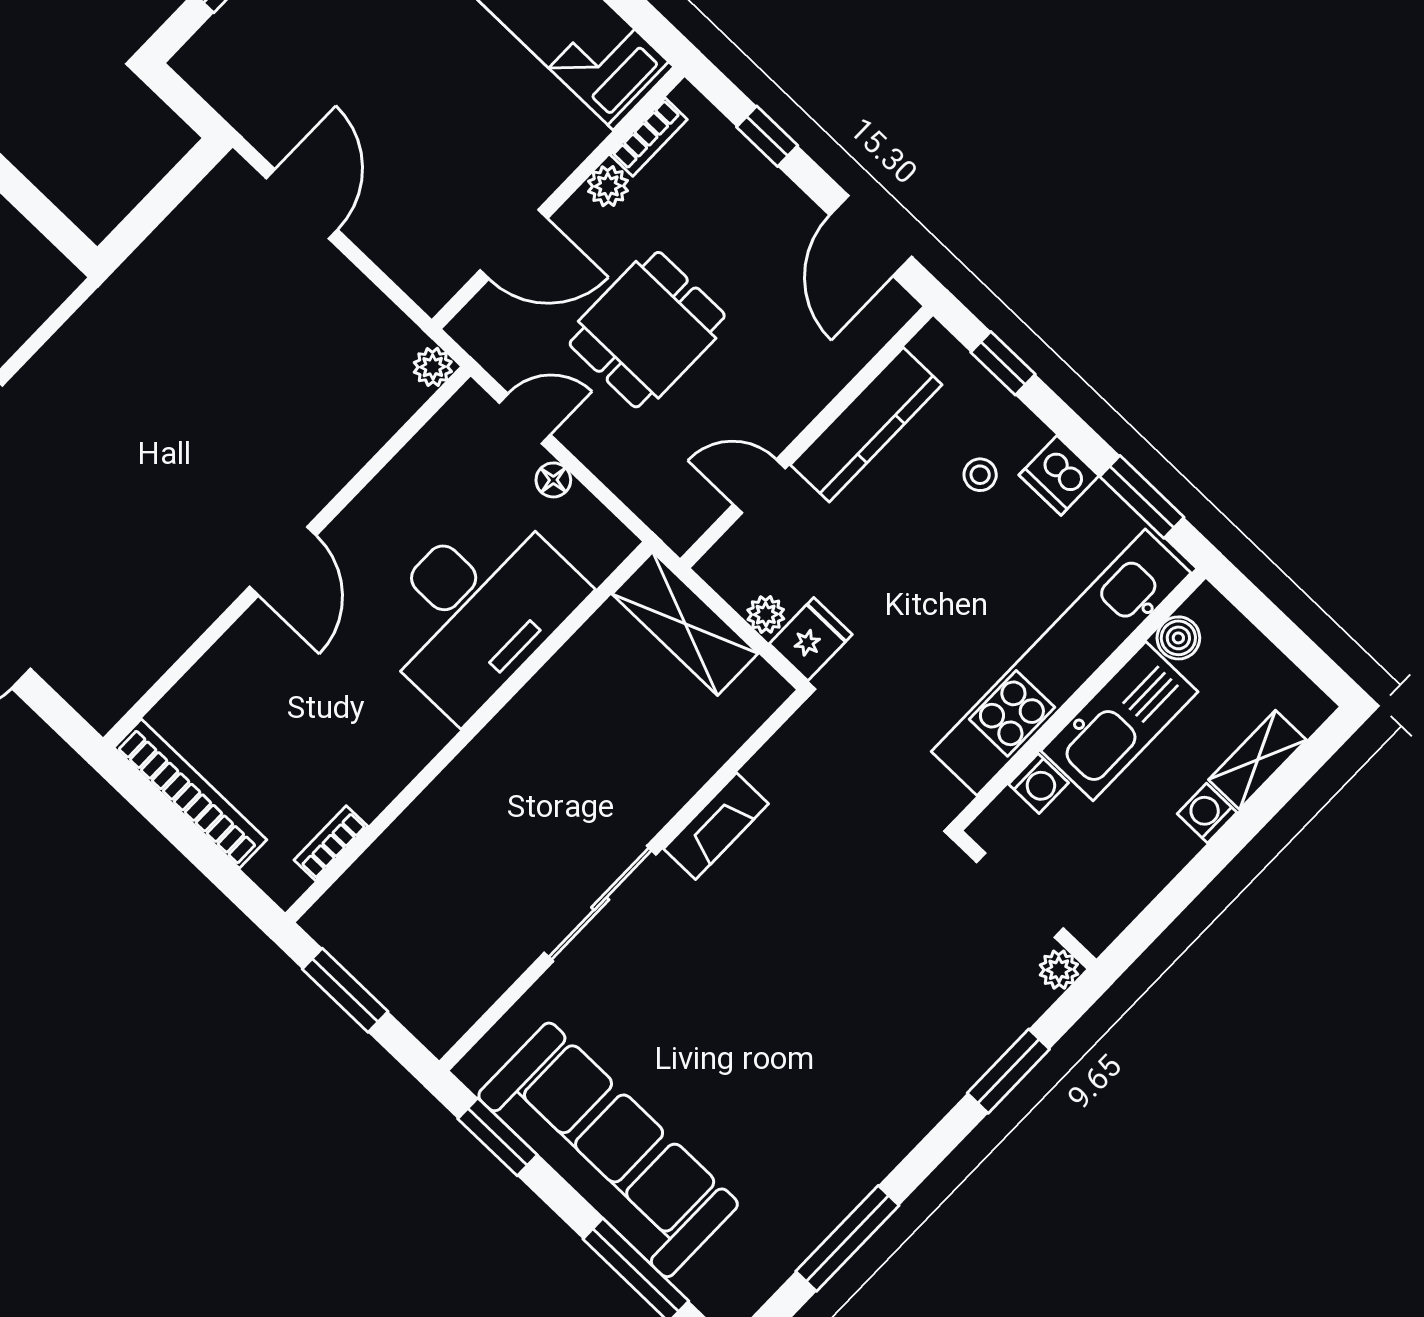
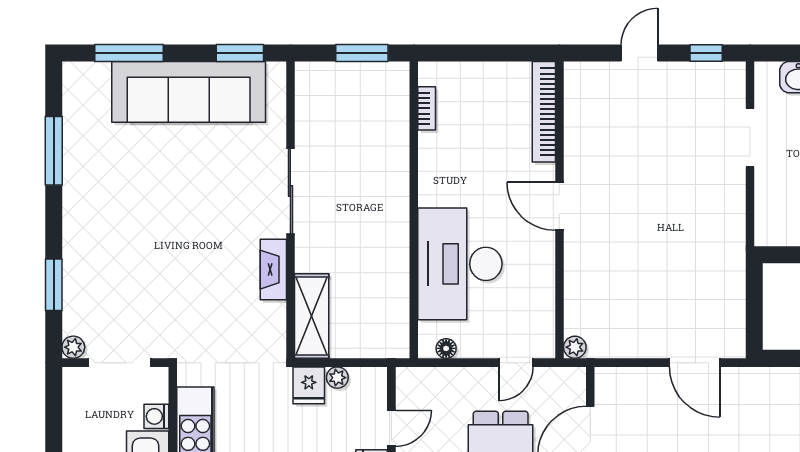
floor lamp: (553, 480) -> (446, 348), moved
shelving: (685, 624) -> (312, 316), moved, turned 90
bookcase: (190, 794) -> (544, 112), moved, turned 90

